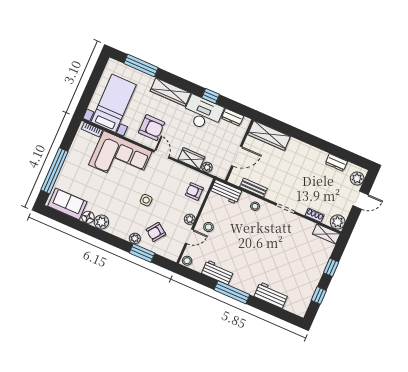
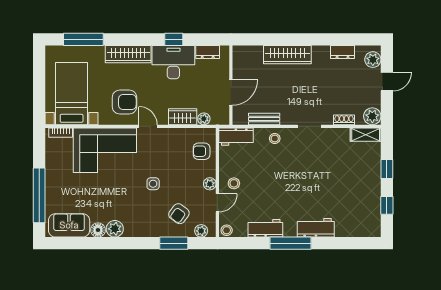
wardrobe: (269, 135) -> (287, 55), moved
plant: (135, 238) -> (201, 231), moved
workbench: (271, 295) -> (316, 228), moved

